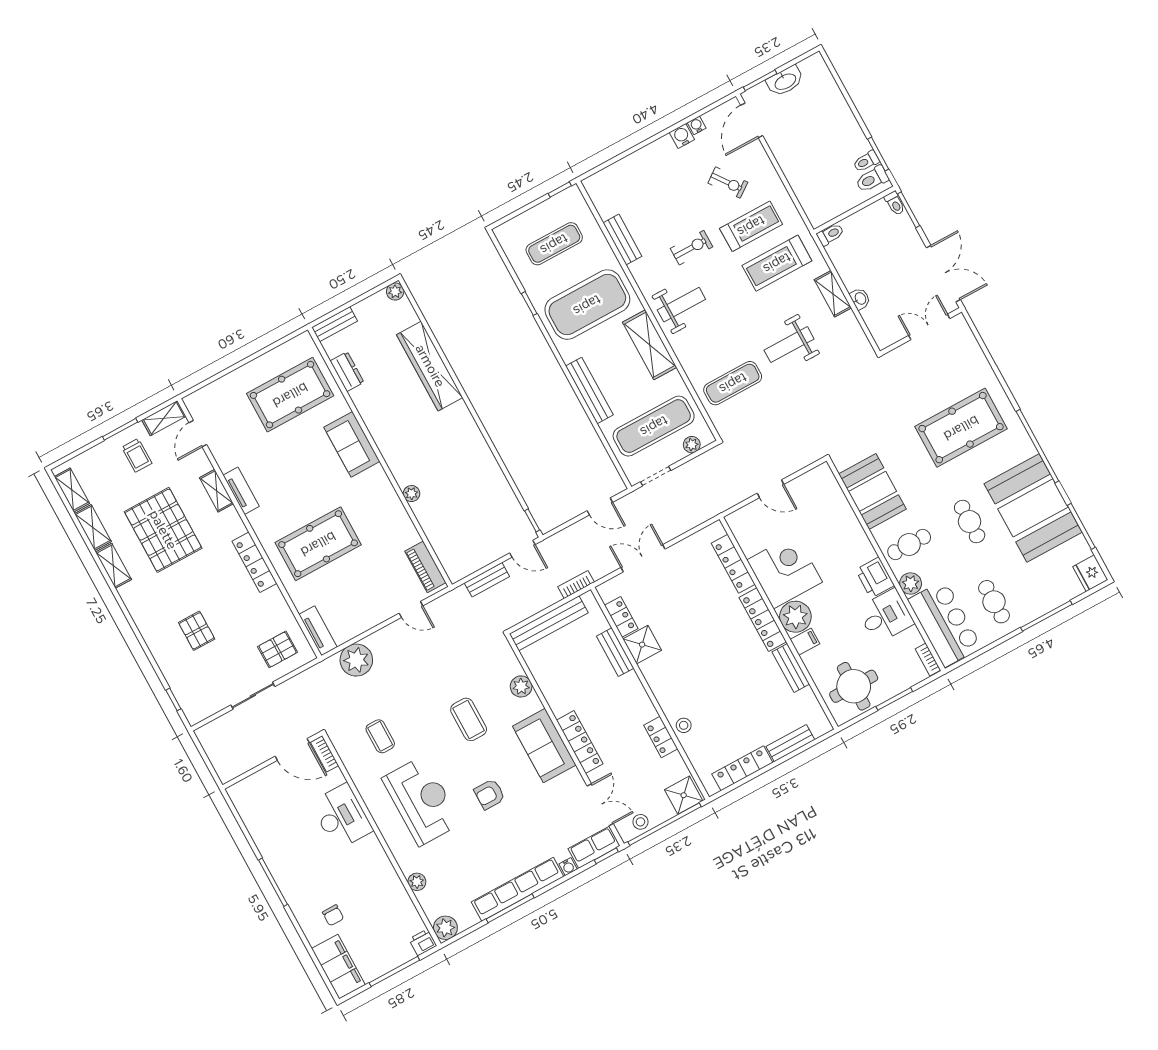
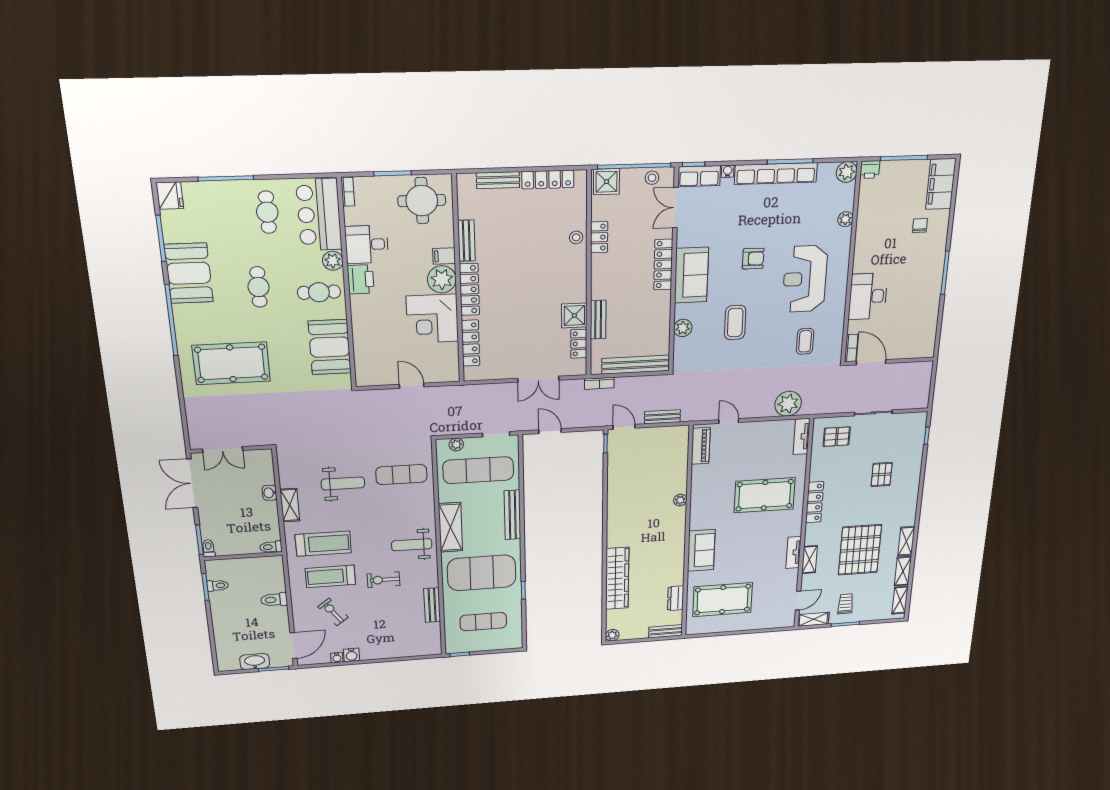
toilet: (872, 179) -> (274, 600), moved, turned 180
booth: (1033, 508) -> (189, 273), width x0.73, depth x0.70

